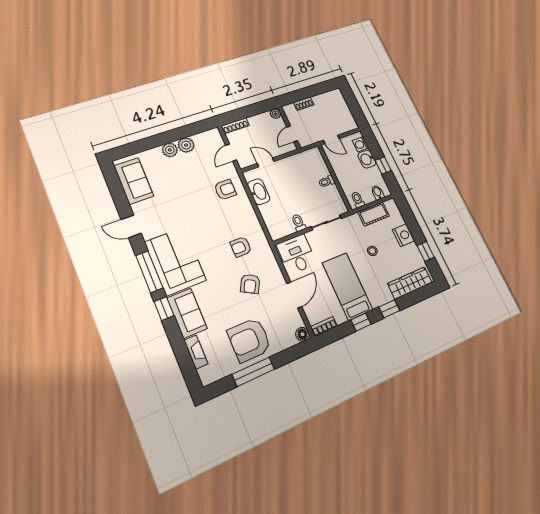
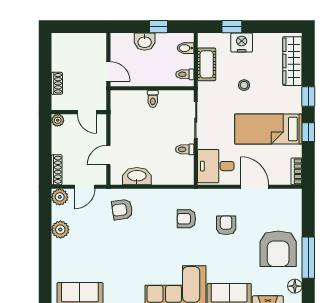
door: (331, 139) -> (108, 71), hinge flipped
washing machine: (361, 144) -> (125, 41), removed
plant: (170, 150) -> (60, 197), moved
door: (231, 153) -> (85, 187), hinge flipped
armchair: (225, 190) -> (122, 210), turned -98
armchair: (241, 247) -> (186, 219), turned 90
window: (426, 251) -> (232, 27), moved
armchair: (250, 284) -> (226, 225), turned -119
floor lamp: (302, 334) -> (295, 286), moved

